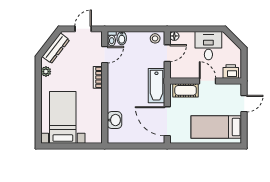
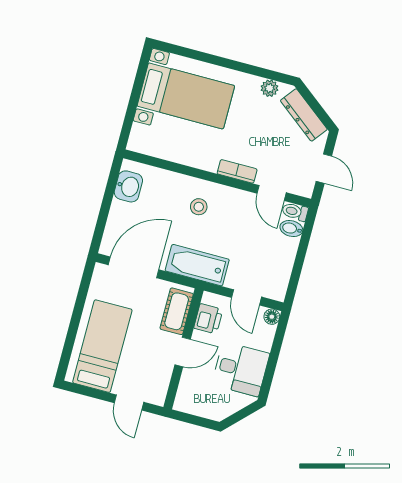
stool: (155, 38) -> (199, 207), moved
printer: (231, 71) -> (208, 319), moved
washbasin: (114, 120) -> (128, 186), moved, turned -90

